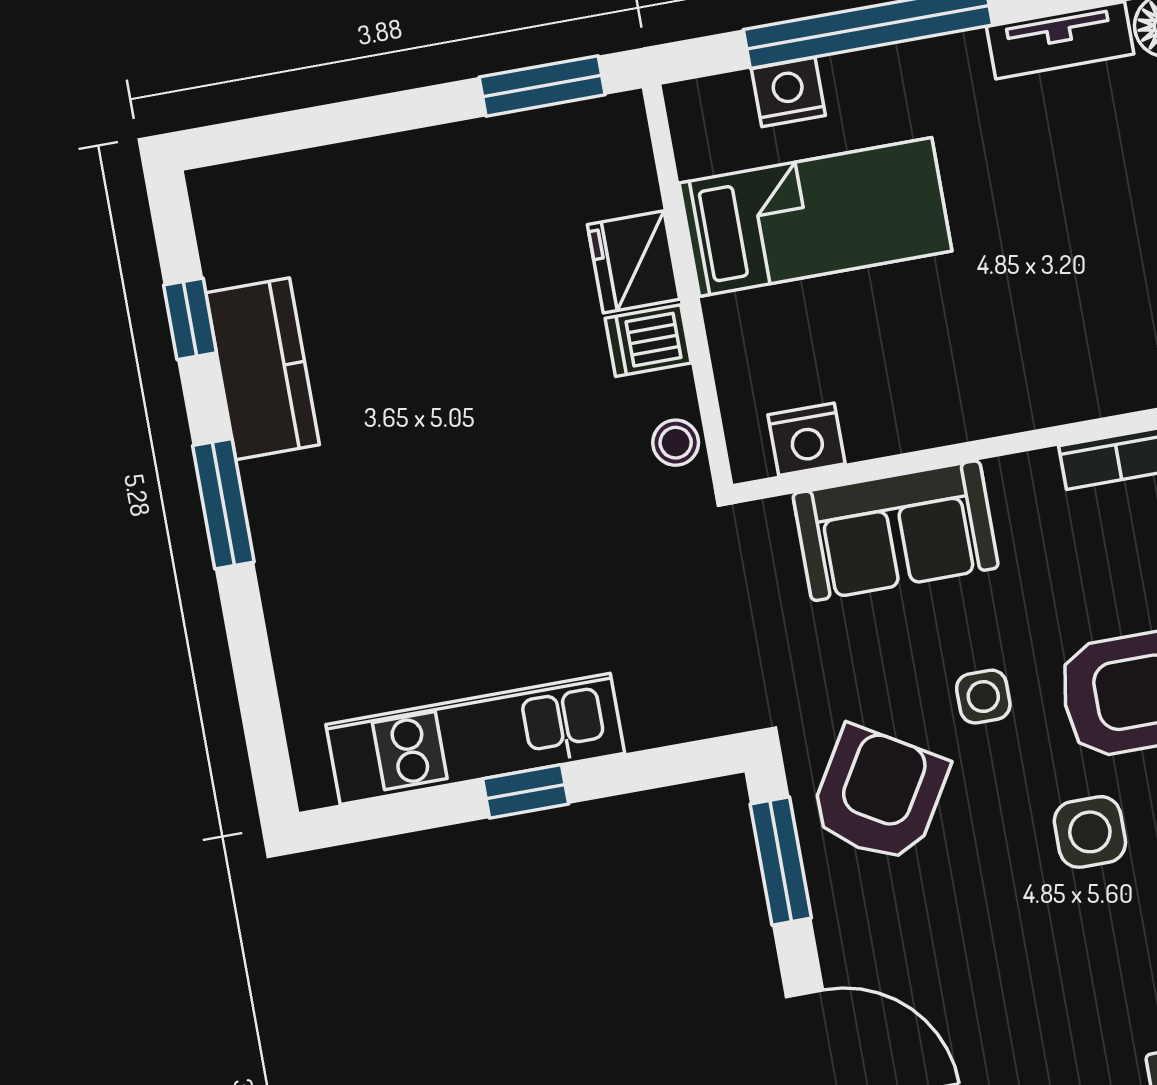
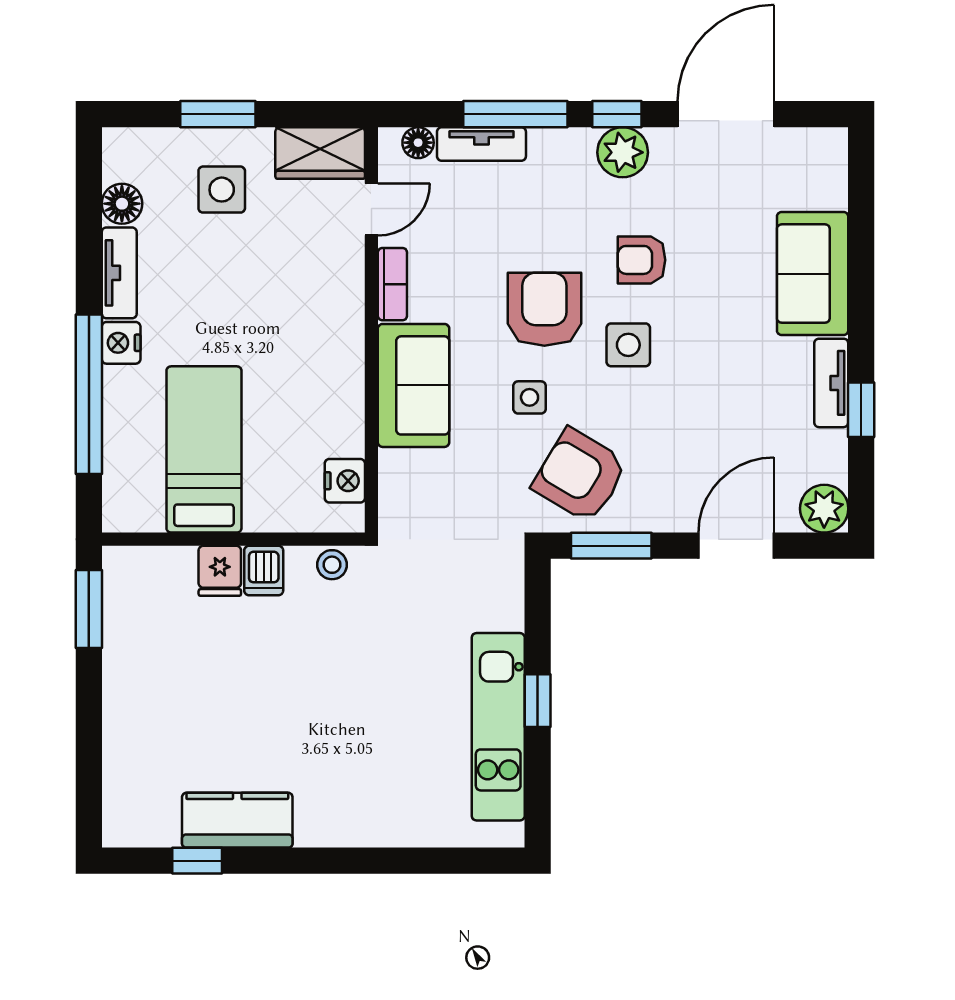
nightstand: (788, 92) -> (121, 343), moved
fridge: (634, 262) -> (220, 571), width x0.72
window: (223, 504) -> (319, 861), removed
sofa: (896, 531) -> (414, 385), moved

